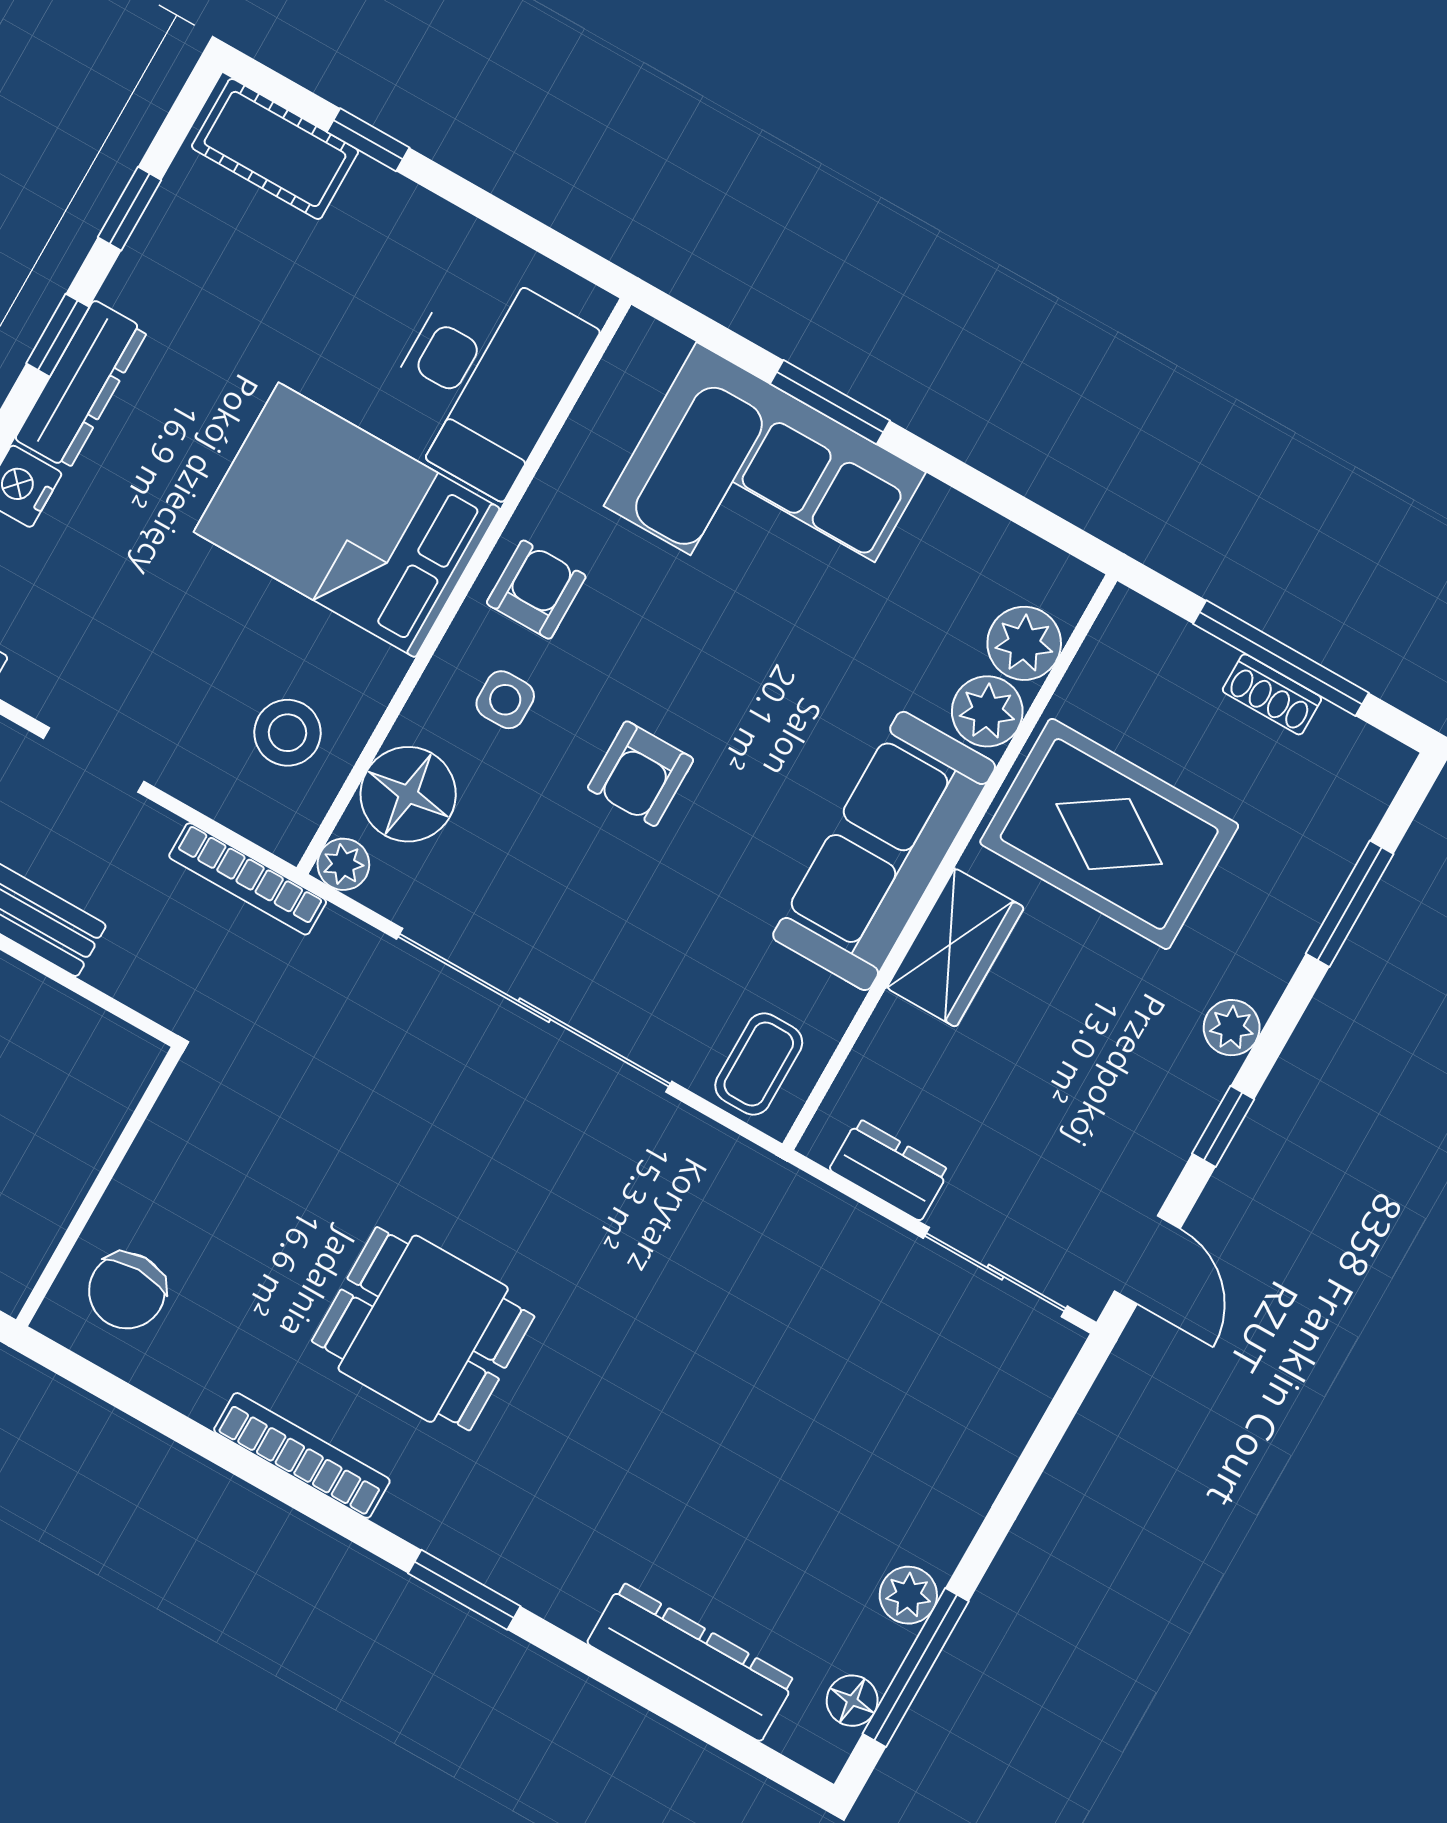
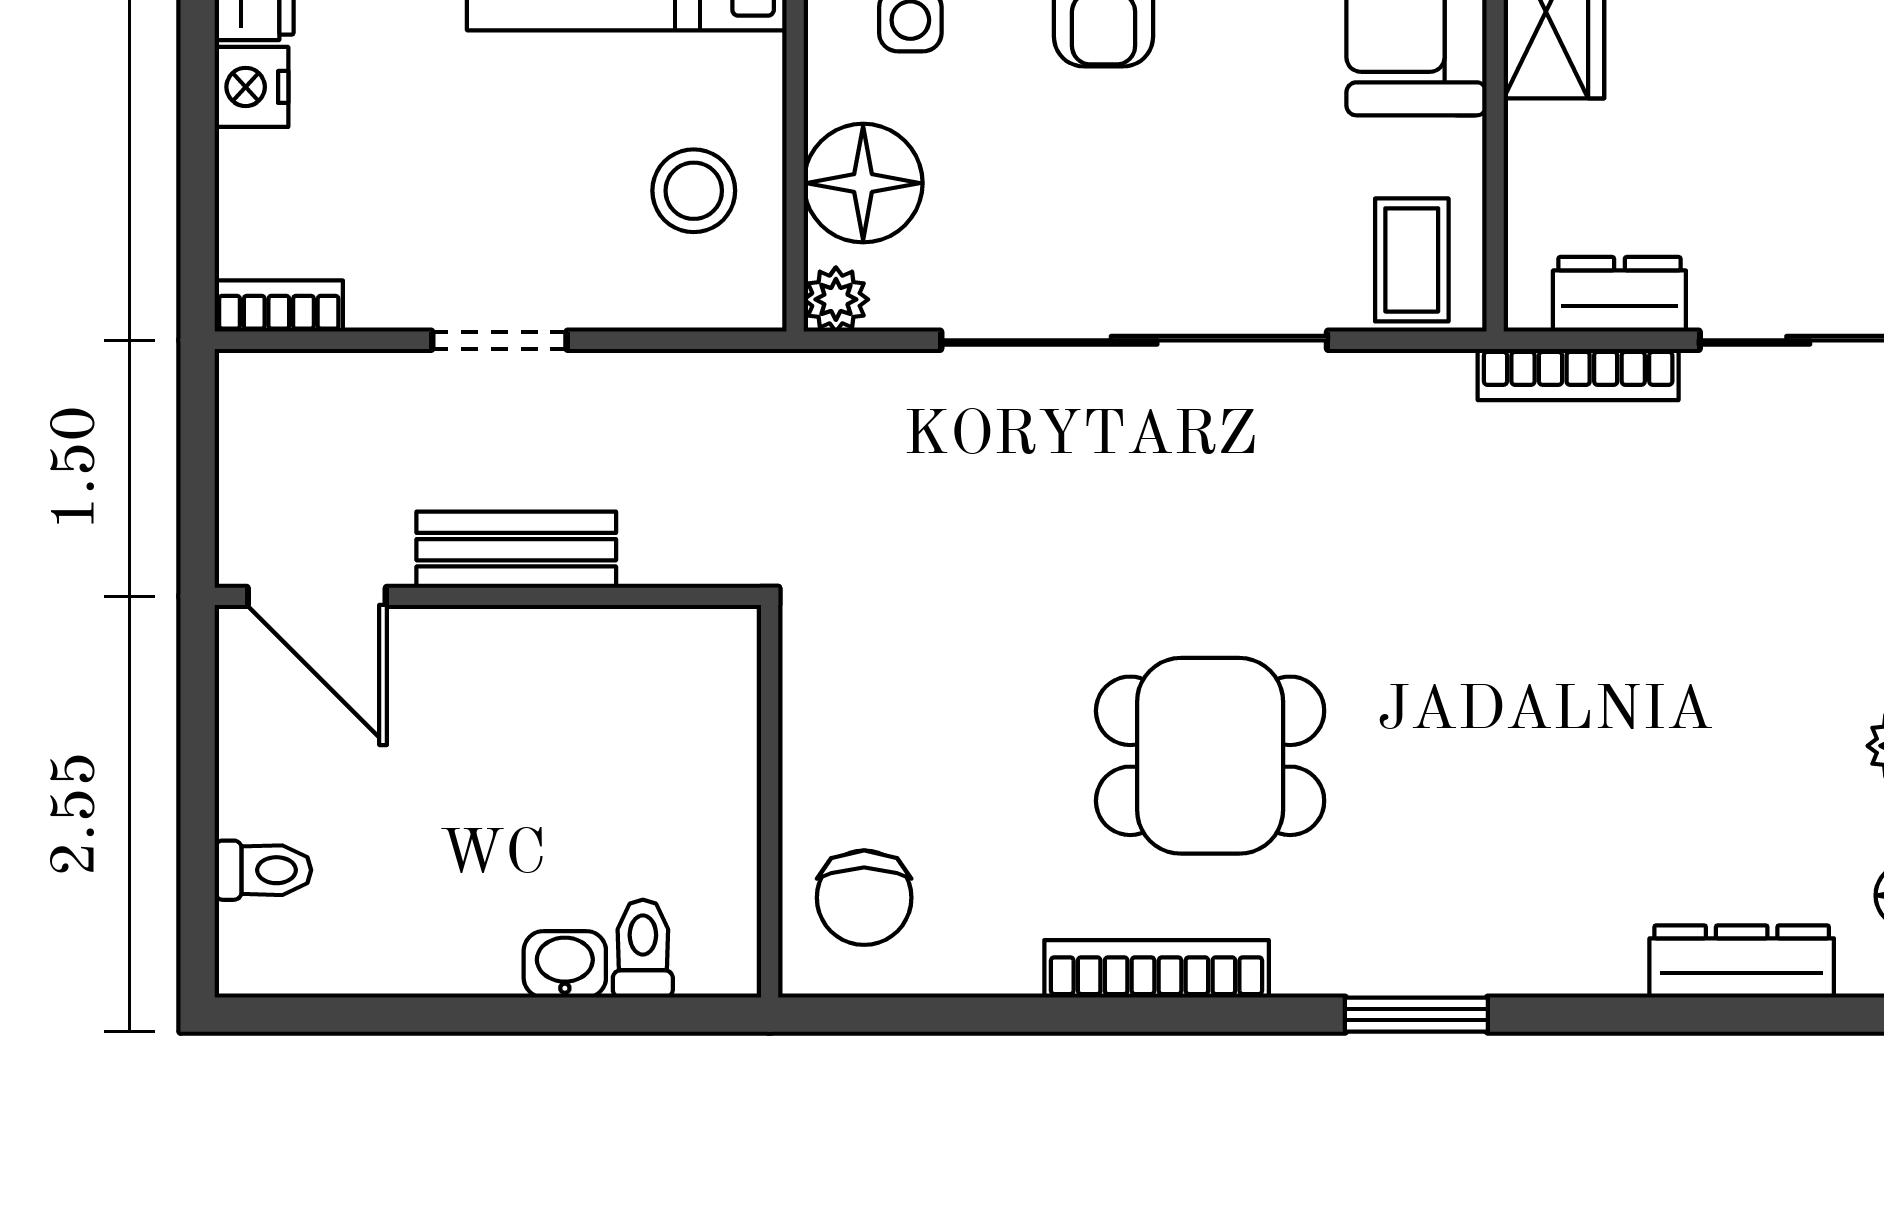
bookcase: (248, 879) -> (1578, 375), moved
dresser: (691, 1662) -> (1742, 961), width x0.73, depth x0.80

